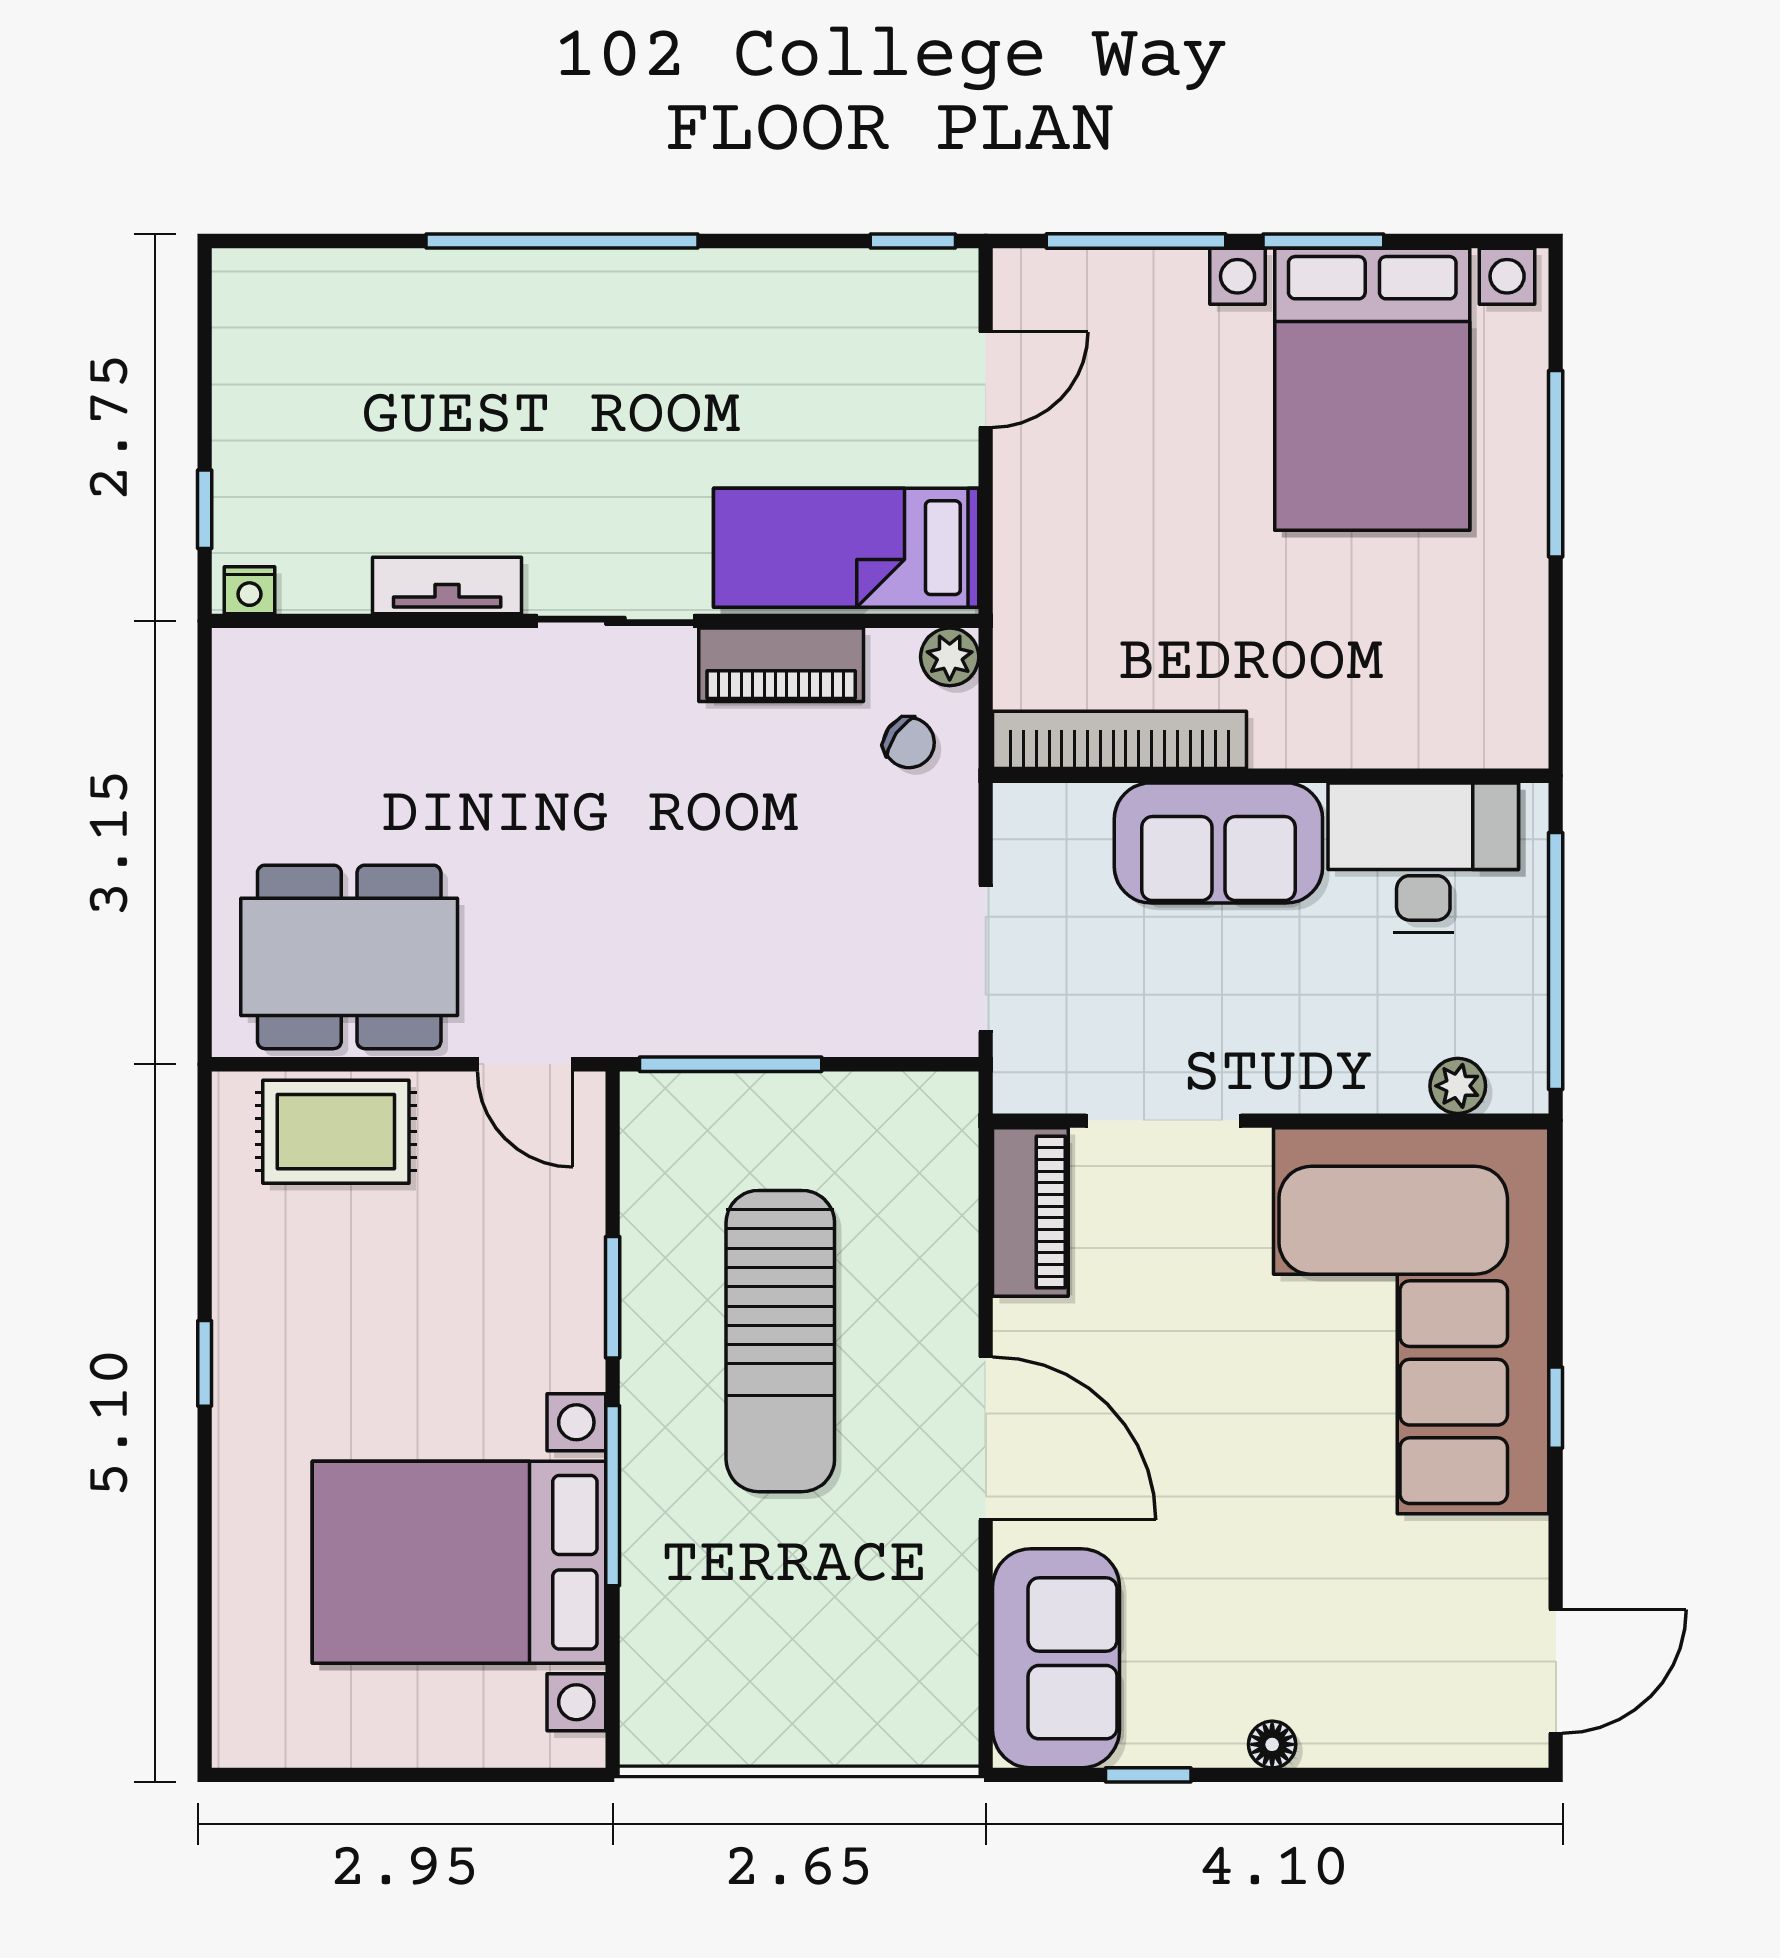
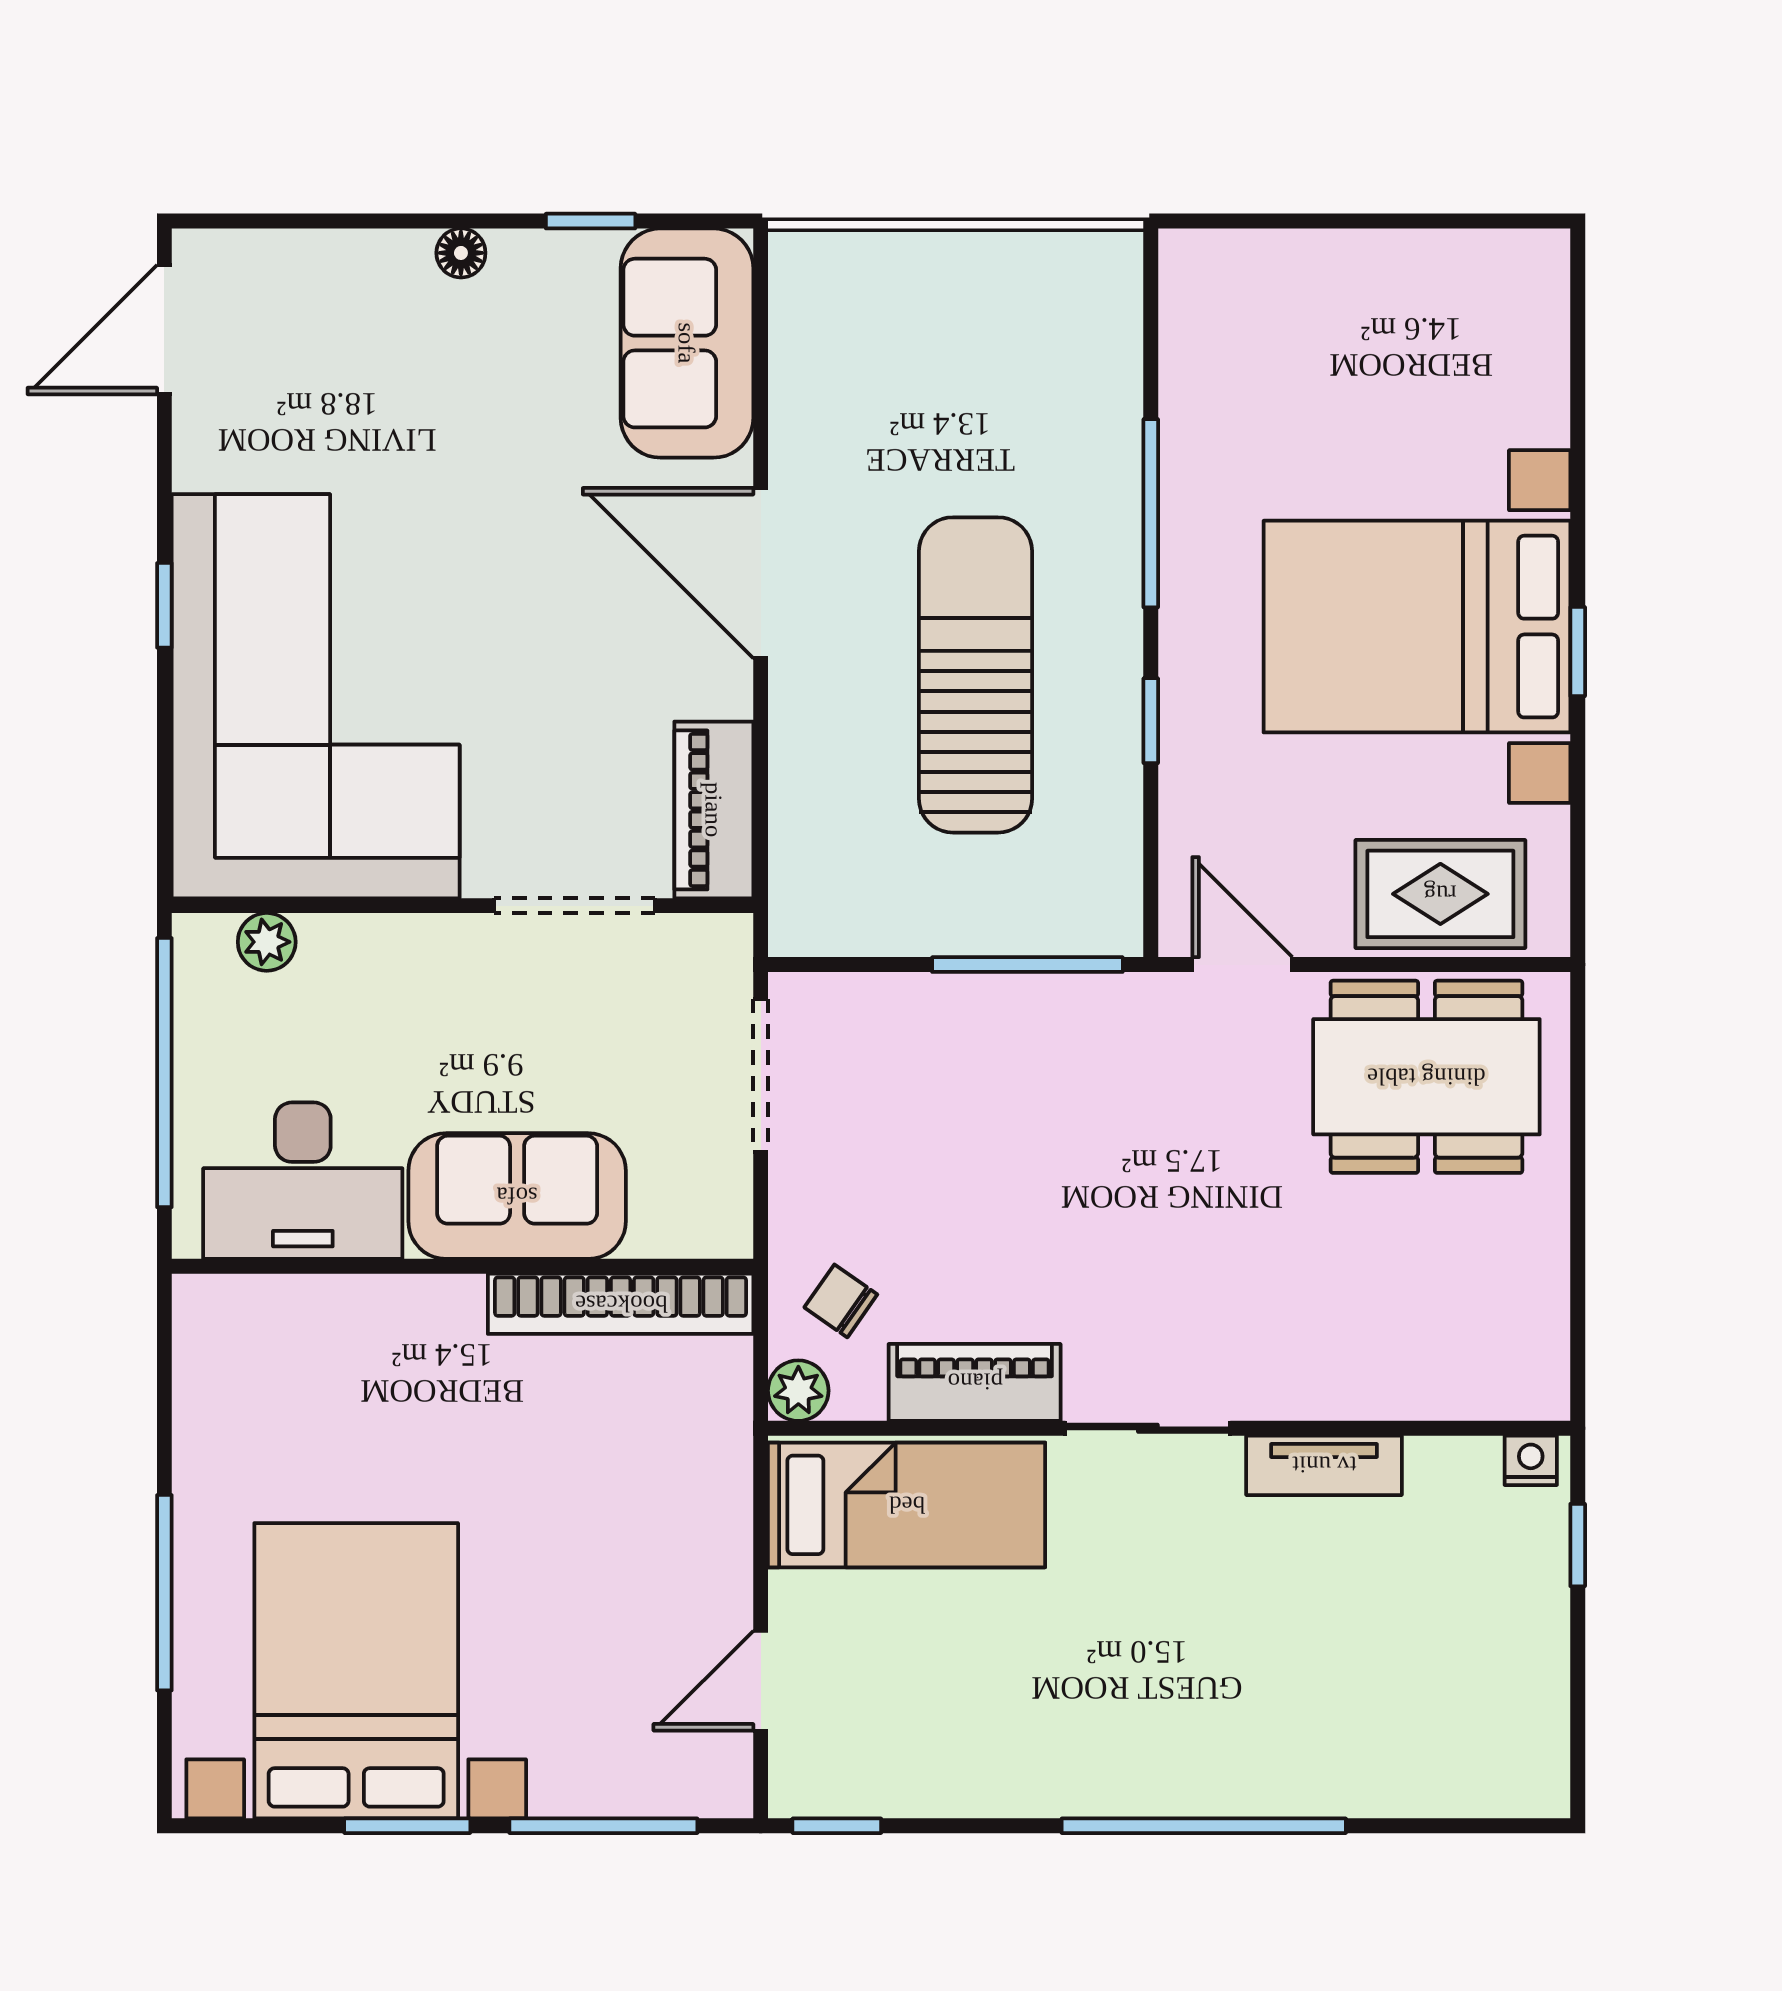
window: (613, 1297) -> (1151, 721), width x0.67
bed with nightstands: (459, 1562) -> (1417, 627), moved, turned 180

